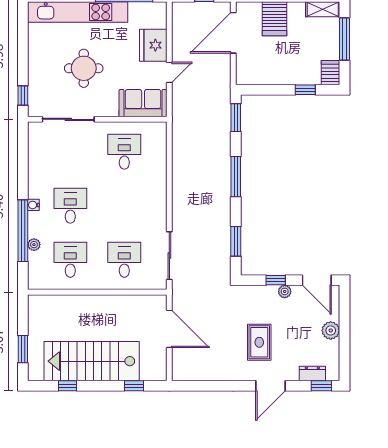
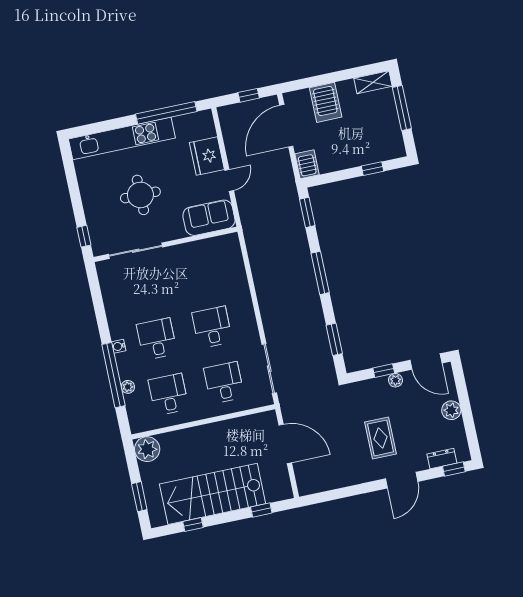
server rack: (331, 73) -> (307, 164), moved
desk: (124, 152) -> (212, 327), moved
plant: (40, 306) -> (147, 449), added

